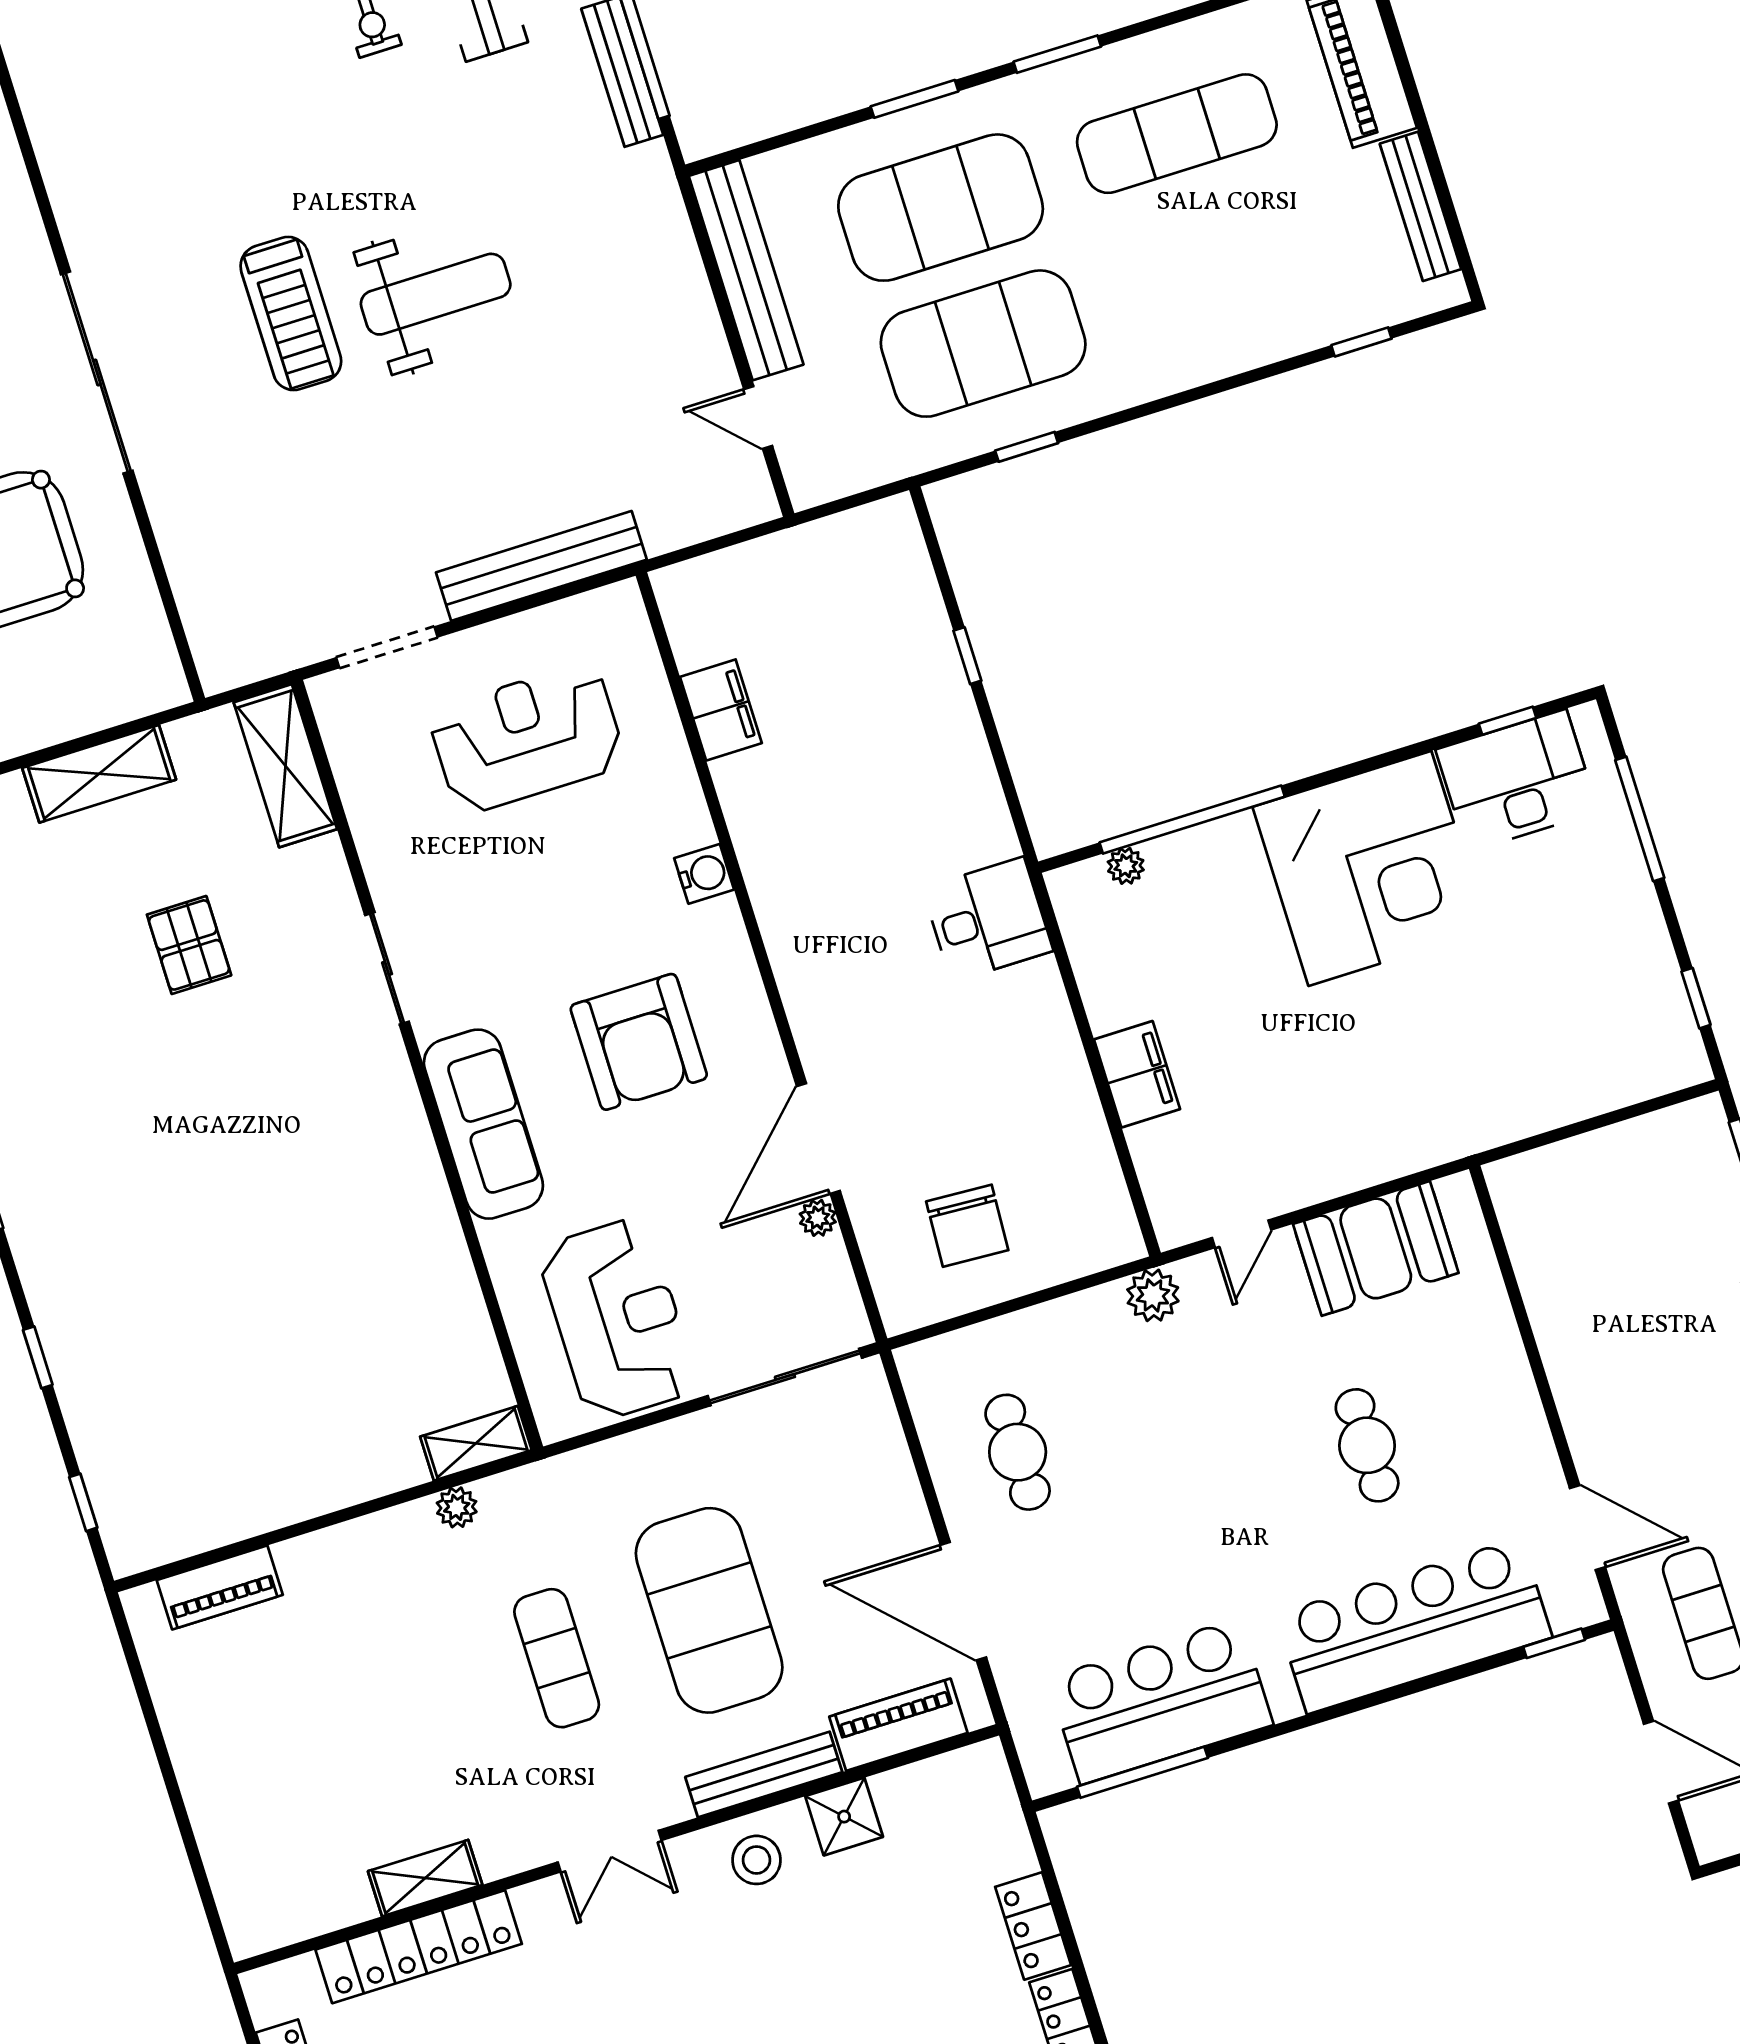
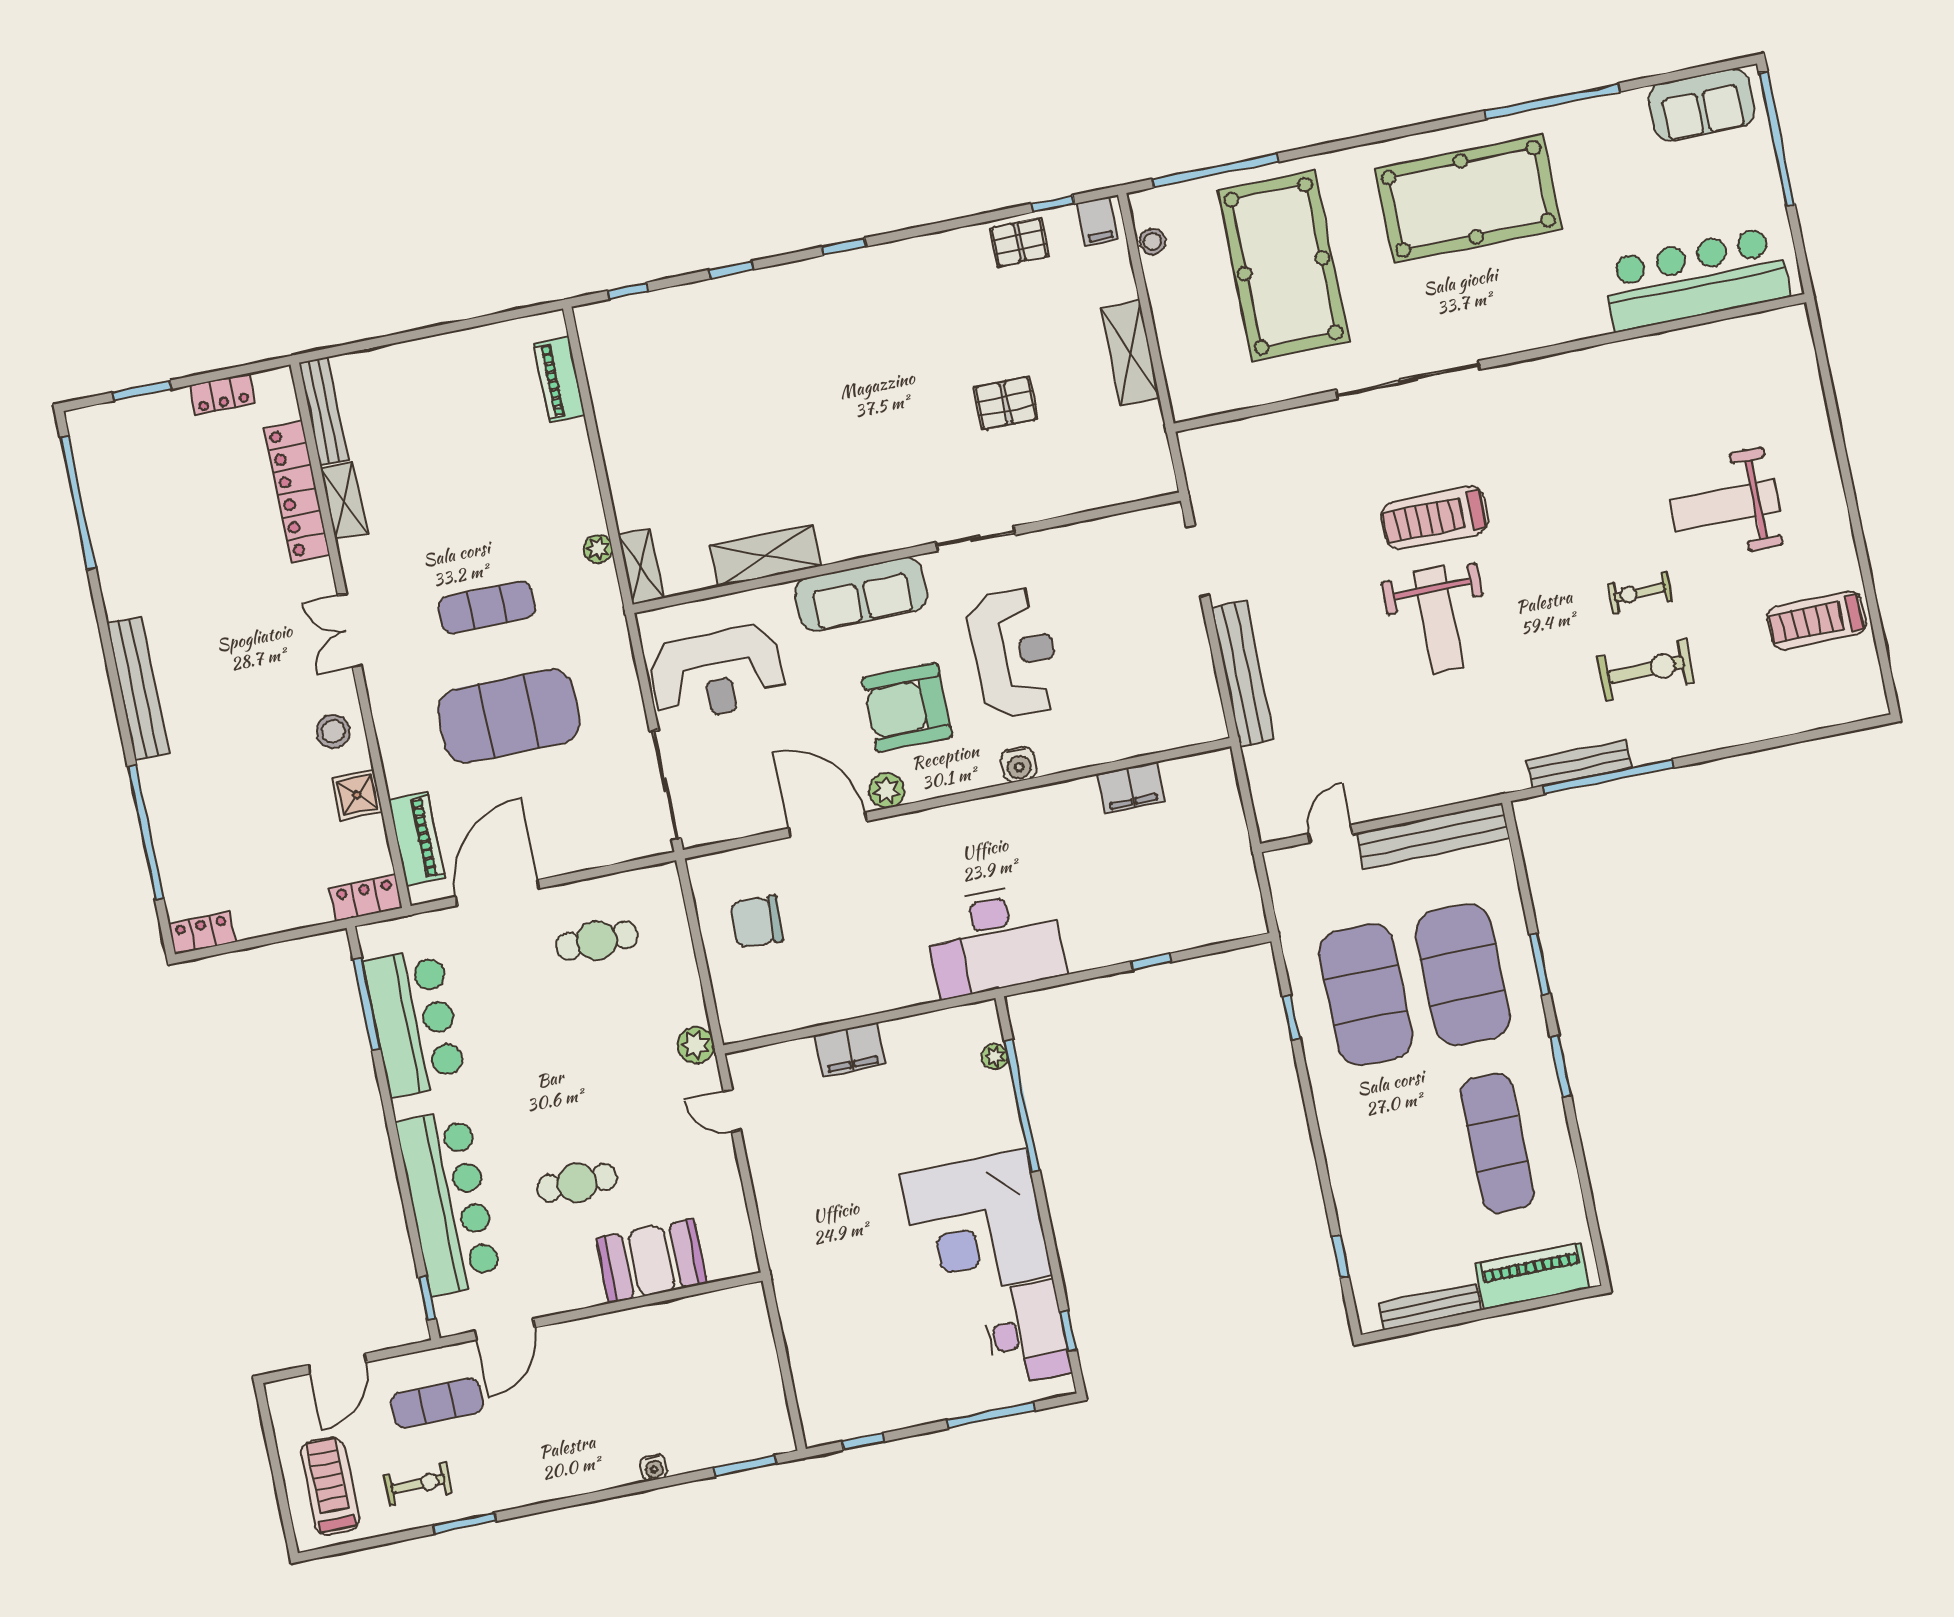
reception desk: (527, 738) -> (1014, 653), moved
shelving: (285, 766) -> (765, 556), moved
desk: (988, 920) -> (994, 940), width x1.87, depth x1.30
plant: (818, 1218) -> (887, 791), moved, width x1.38, depth x1.38
booth: (1376, 1248) -> (652, 1261), moved, turned 90
bench: (764, 1774) -> (324, 411), moved
locker: (1033, 1926) -> (366, 898), moved

